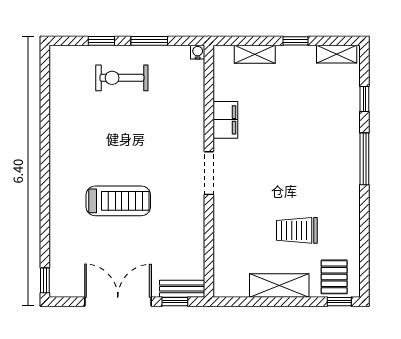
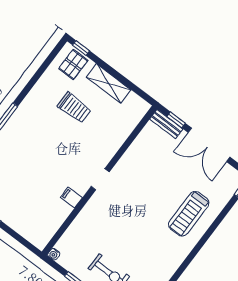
shelving: (255, 54) -> (22, 228), removed
filing cabinet: (225, 120) -> (71, 198), width x0.50
doorway: (209, 173) -> (100, 179), width x0.73
treadmill: (118, 201) -> (189, 214), moved, turned -90

